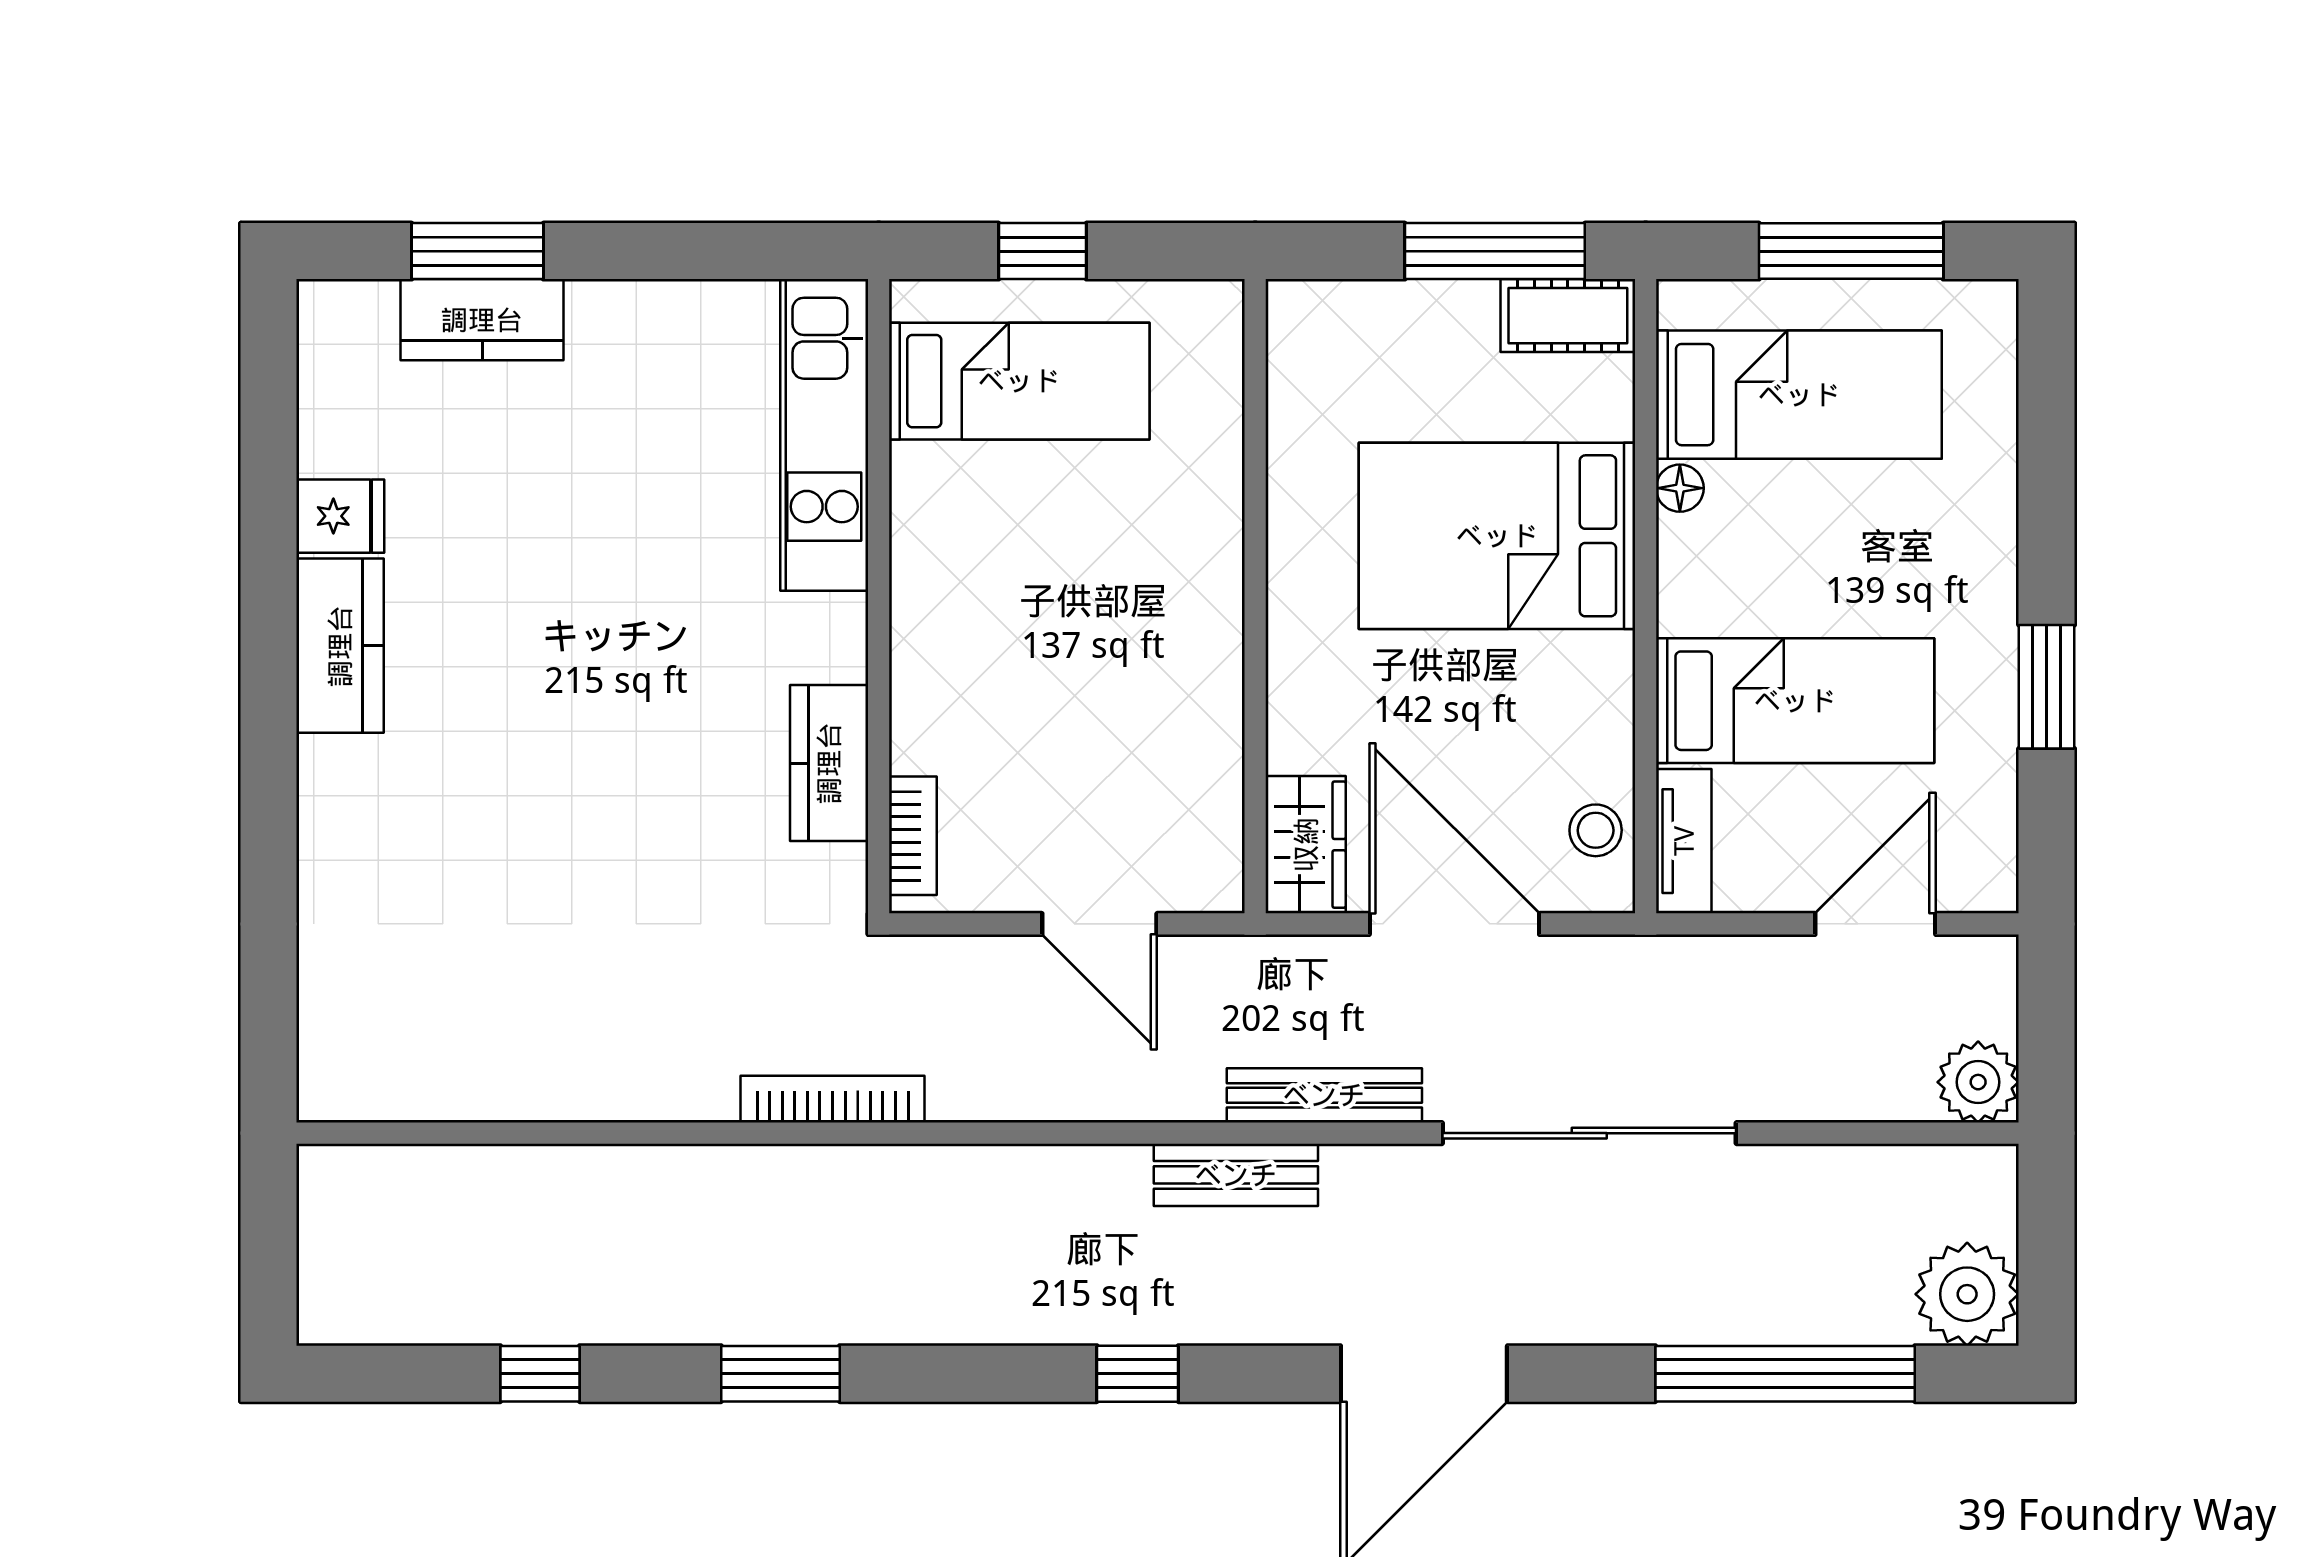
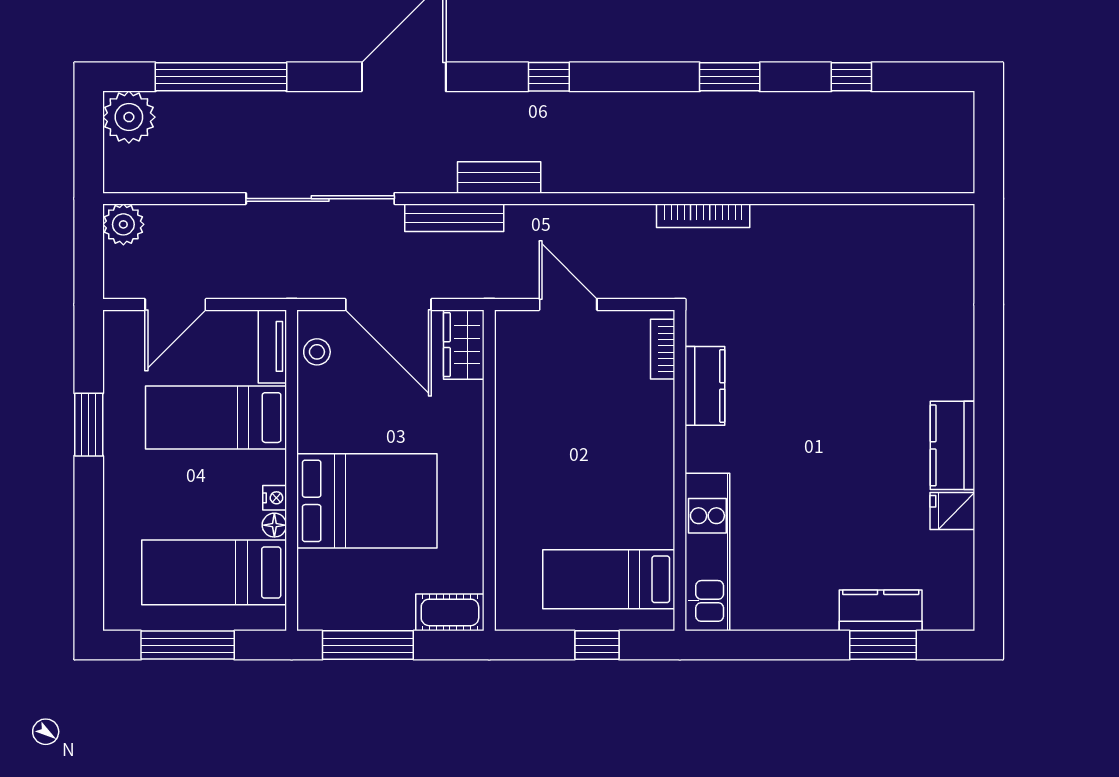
cot: (1568, 316) -> (450, 612), moved
nightstand: (1679, 542) -> (275, 498), added

